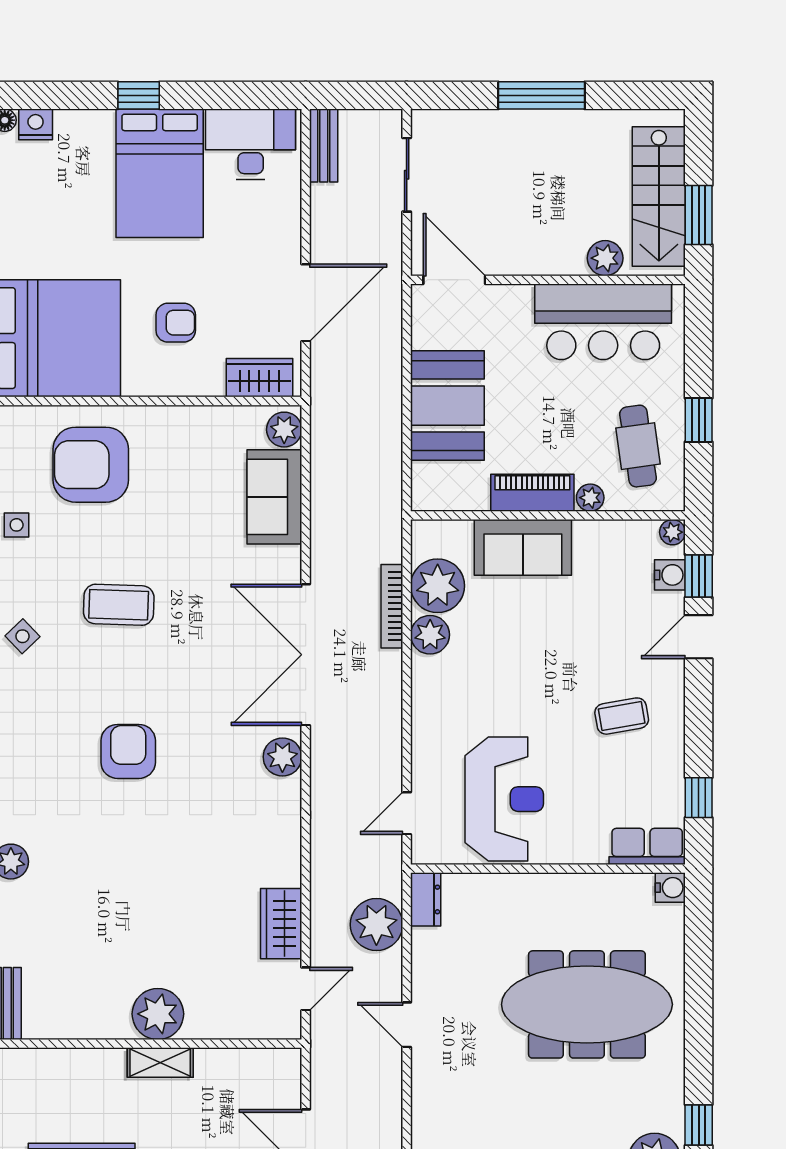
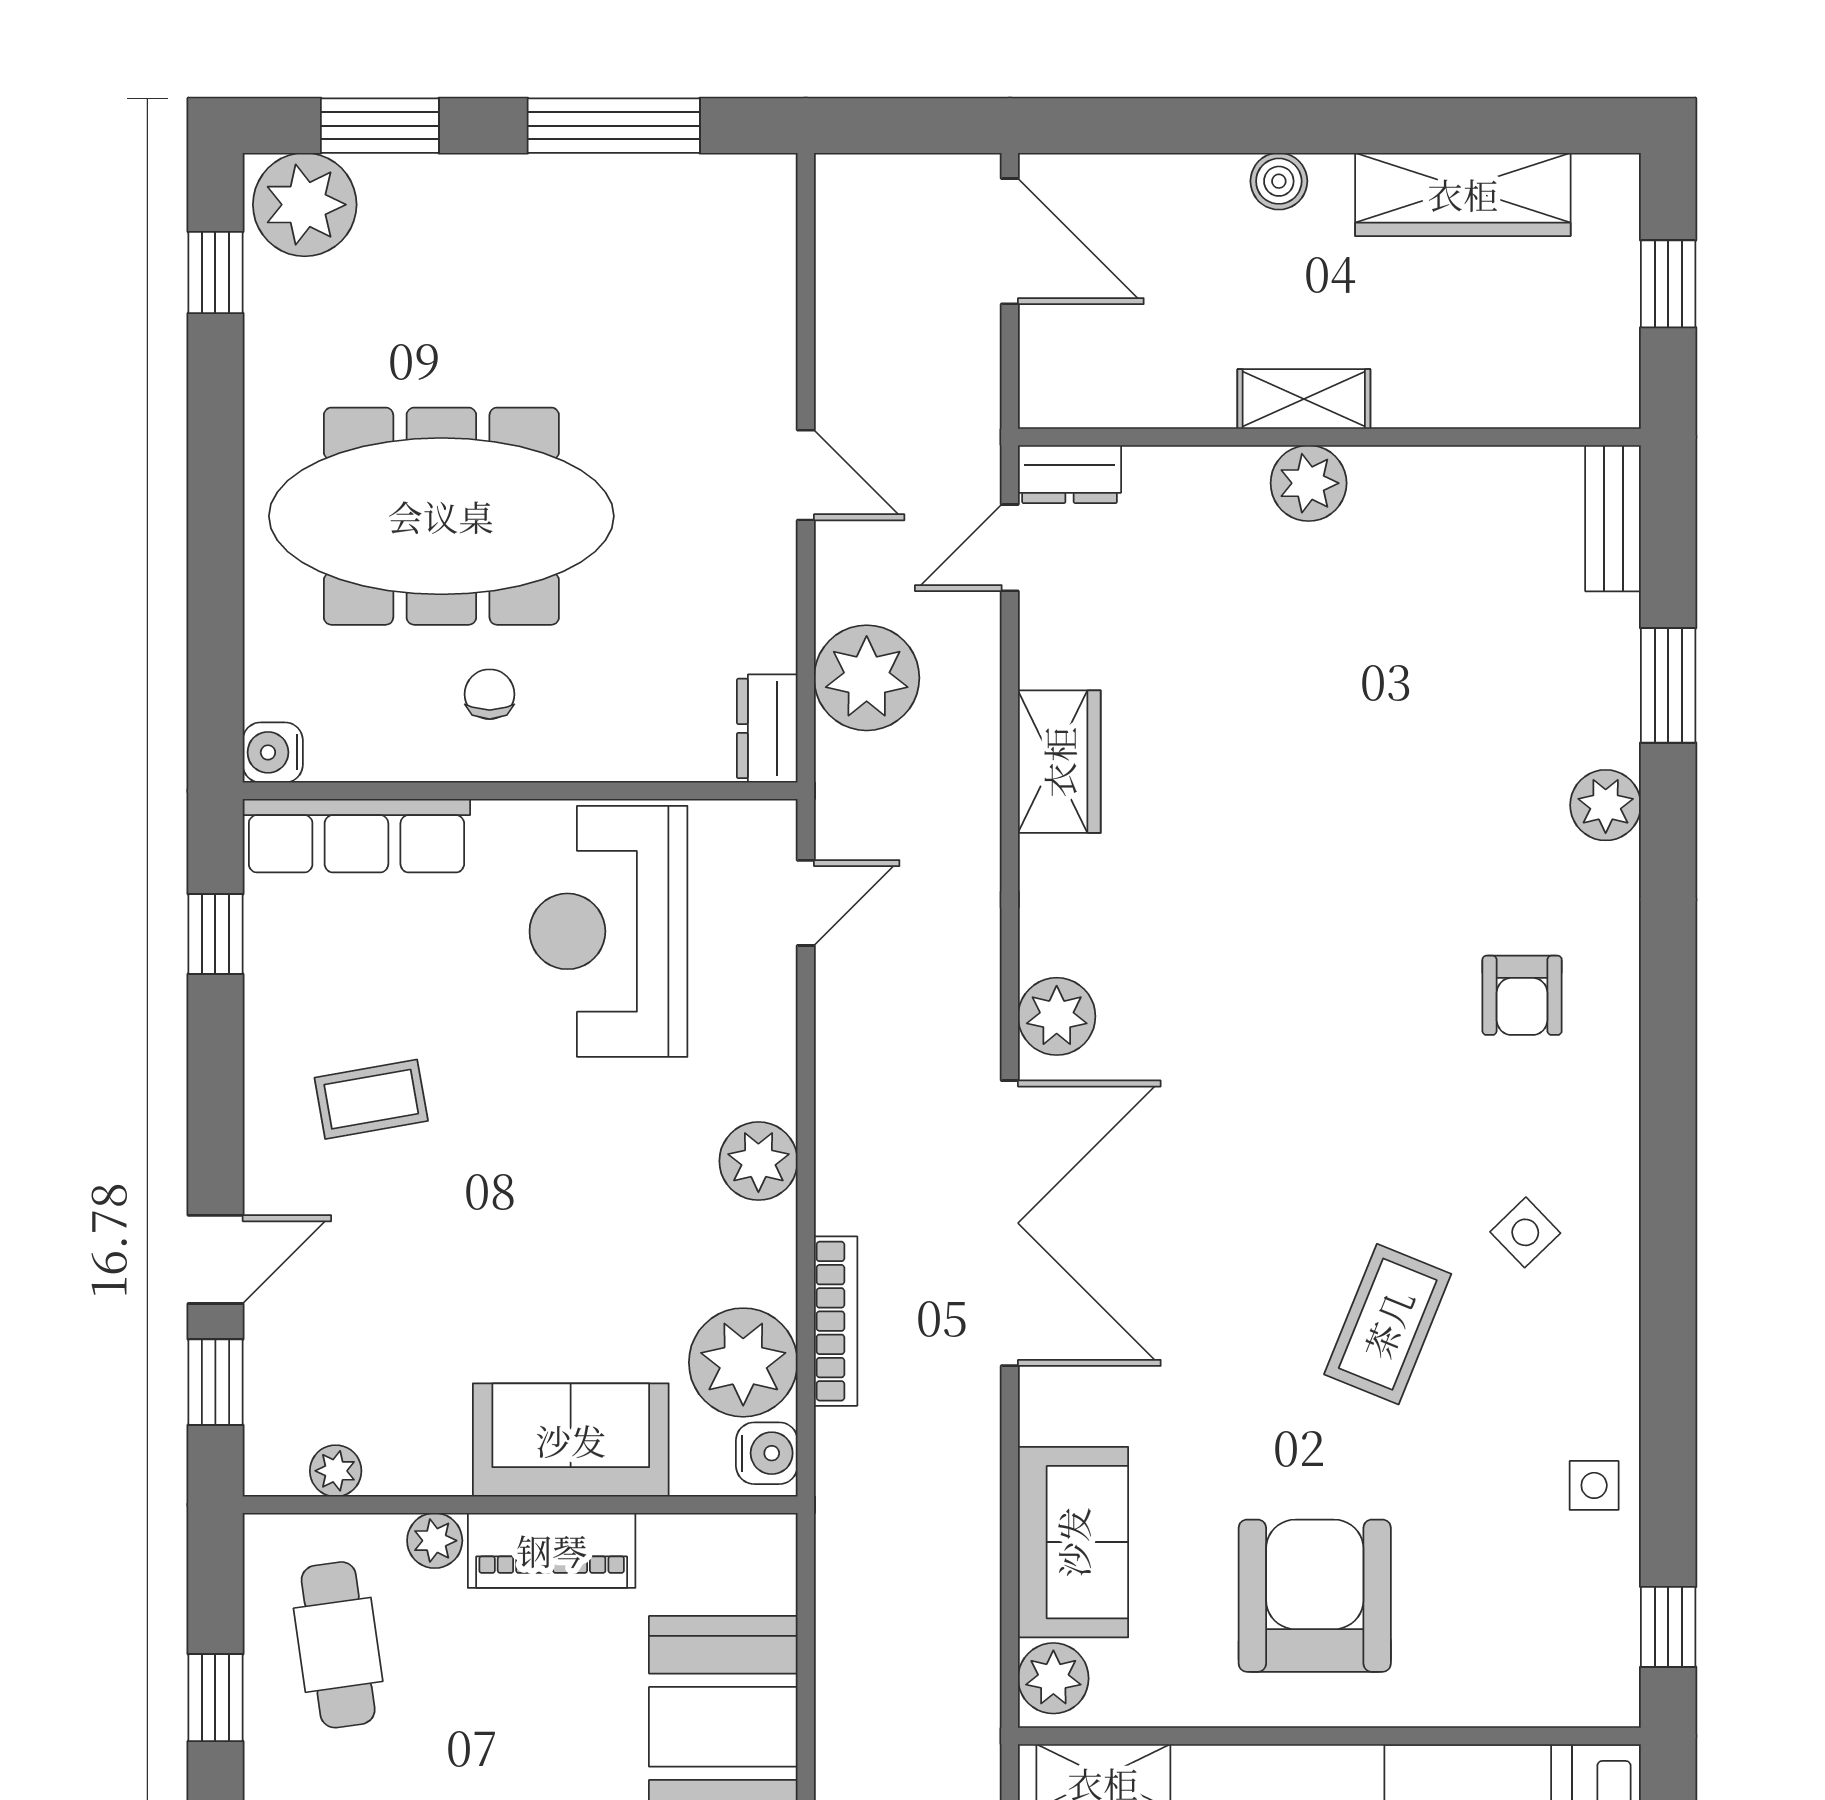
armchair: (91, 465) -> (1315, 1596), moved, turned -90
plant: (672, 532) -> (336, 1471), moved
water cooler: (670, 575) -> (767, 1453), moved, turned 180
coffee table: (119, 605) -> (1388, 1324), turned -70
plant: (430, 635) -> (758, 1161), moved
side table: (22, 636) -> (1525, 1232), moved
armchair: (128, 751) -> (1522, 995), moved, width x0.72, depth x0.72
row of seats: (647, 846) -> (356, 836), width x1.48
chair: (563, 916) -> (490, 694), added
wardrobe: (281, 924) -> (1059, 762), moved
plant: (158, 1014) -> (1309, 483), width x0.73, depth x0.73
dresser: (276, 1025) -> (1070, 474), added

